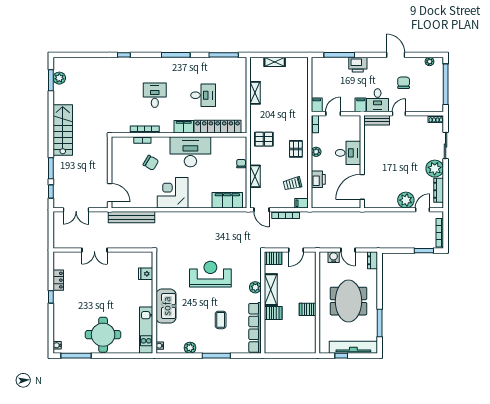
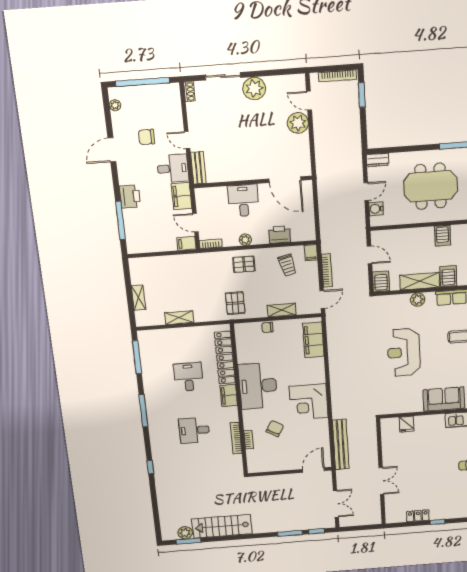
filing cabinet: (361, 105) -> (182, 196), width x2.00
stairs: (63, 130) -> (222, 526), moved
dresser: (439, 190) -> (282, 81), removed

